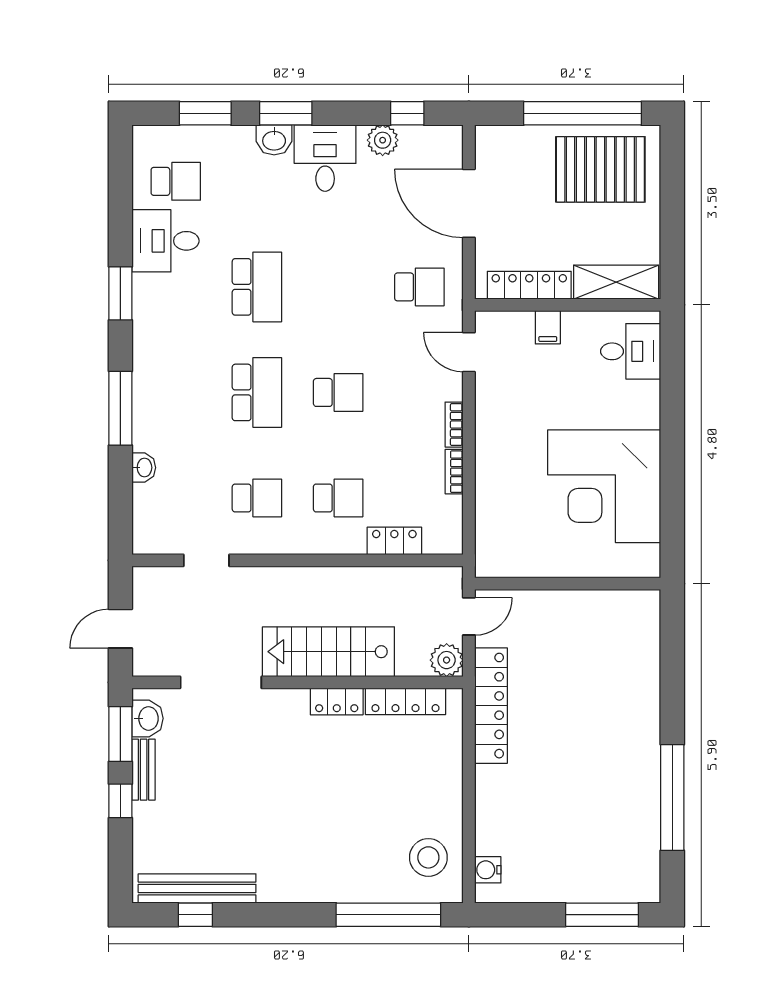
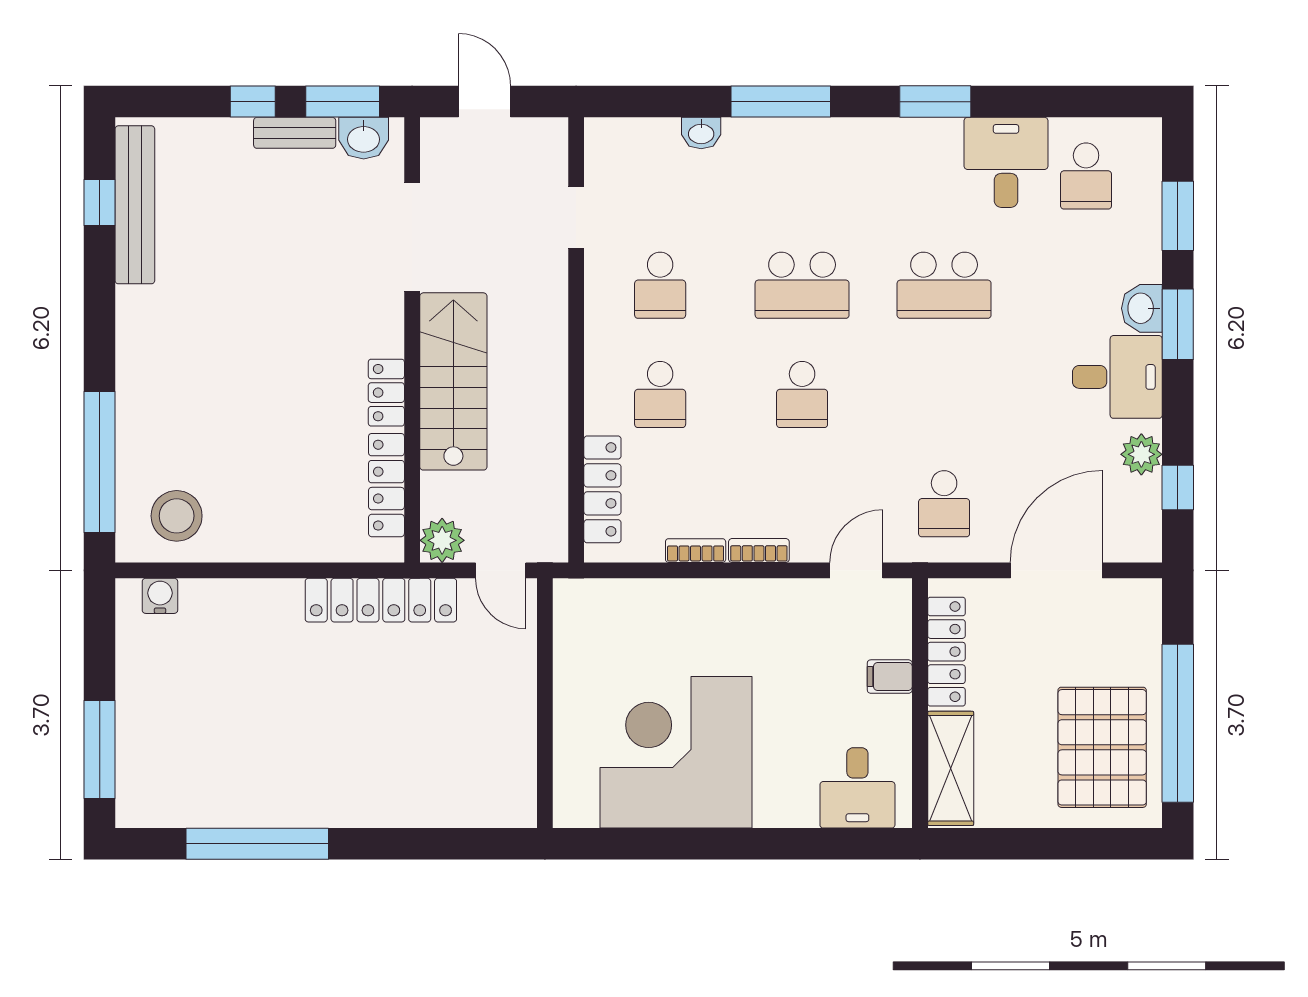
locker: (394, 541) -> (602, 489), width x1.53

